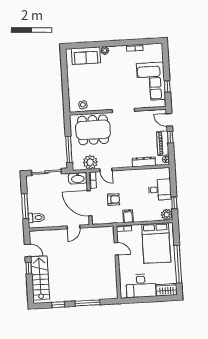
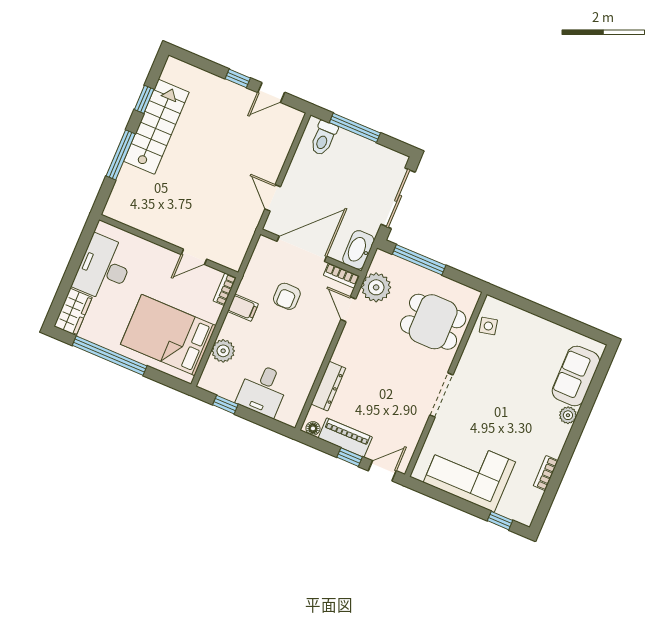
window: (167, 86) -> (500, 521), moved
dining table: (93, 130) -> (433, 322), width x0.73
door: (106, 170) -> (348, 309), hinge flipped
plant: (167, 215) -> (223, 351), moved
stairs: (40, 278) -> (156, 127), moved, turned -90

